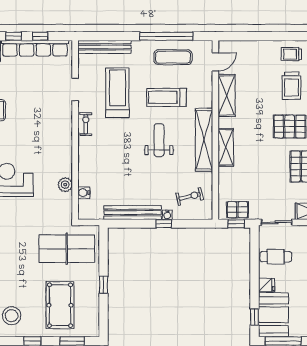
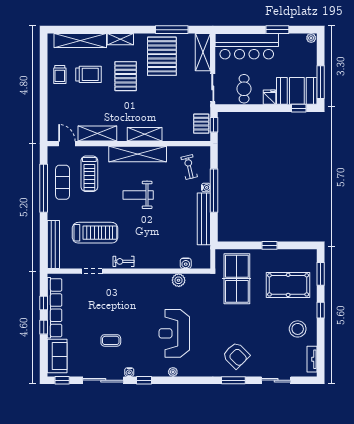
treadmill: (117, 93) -> (95, 233), turned 180
treadmill: (166, 97) -> (89, 174), moved
window: (164, 224) -> (214, 191), width x3.17

